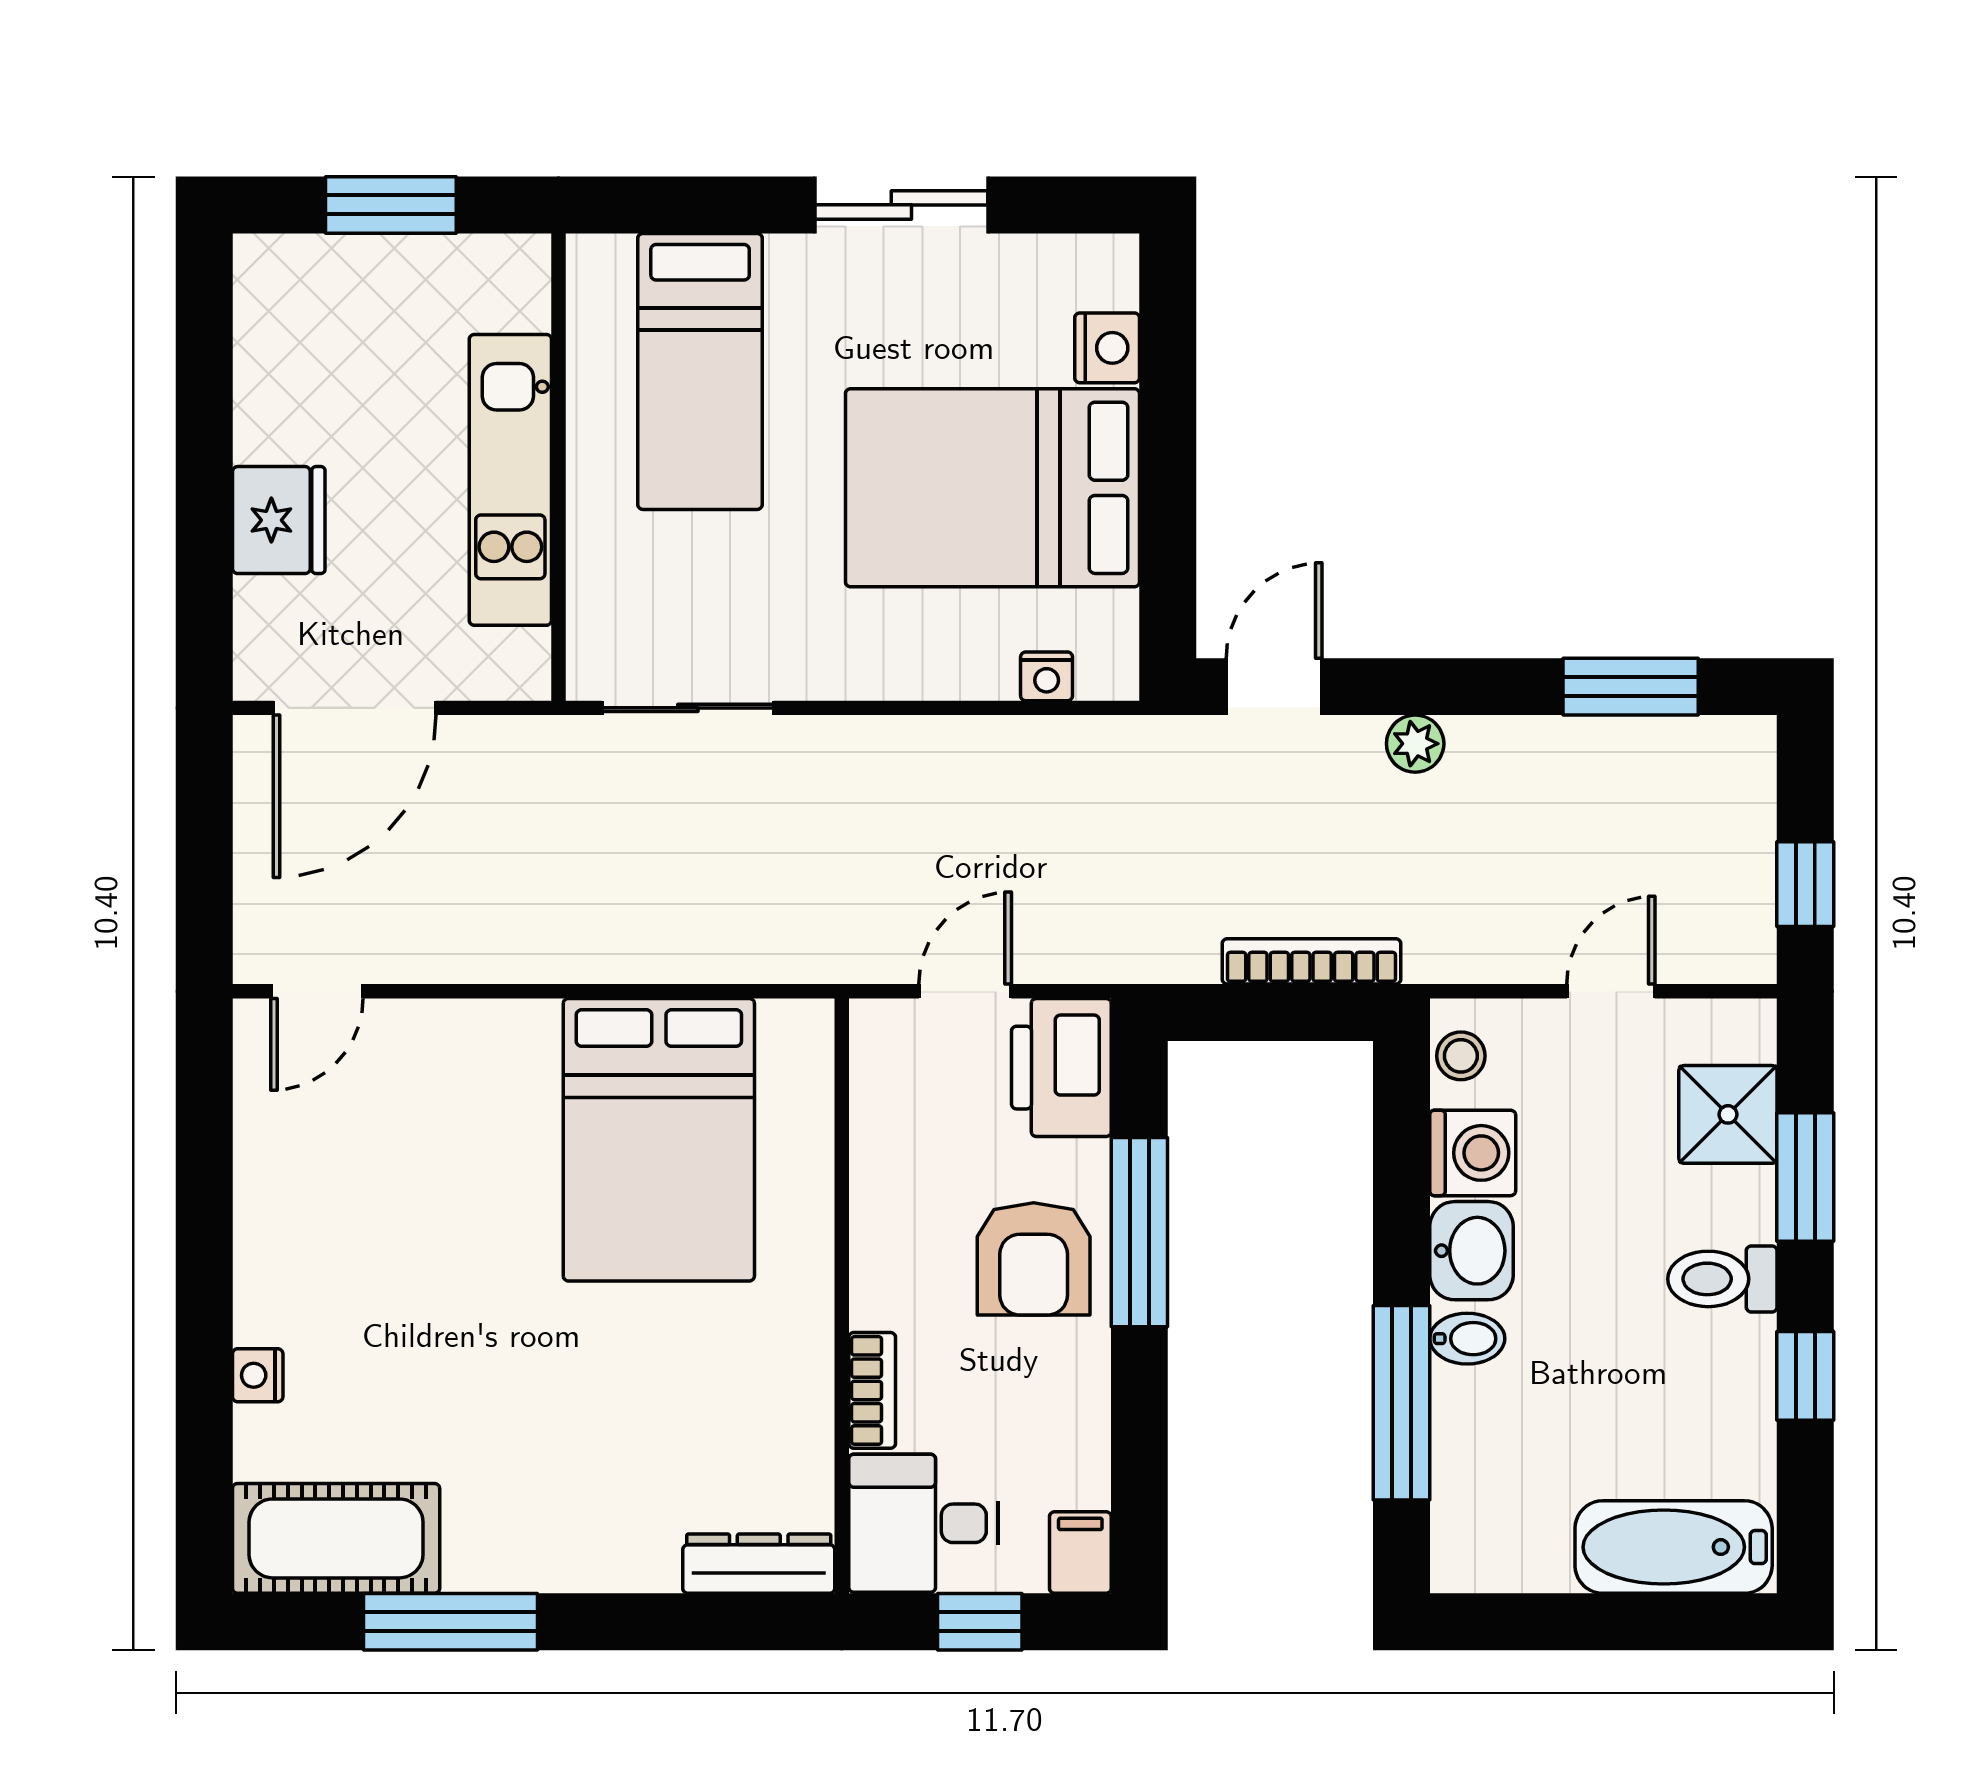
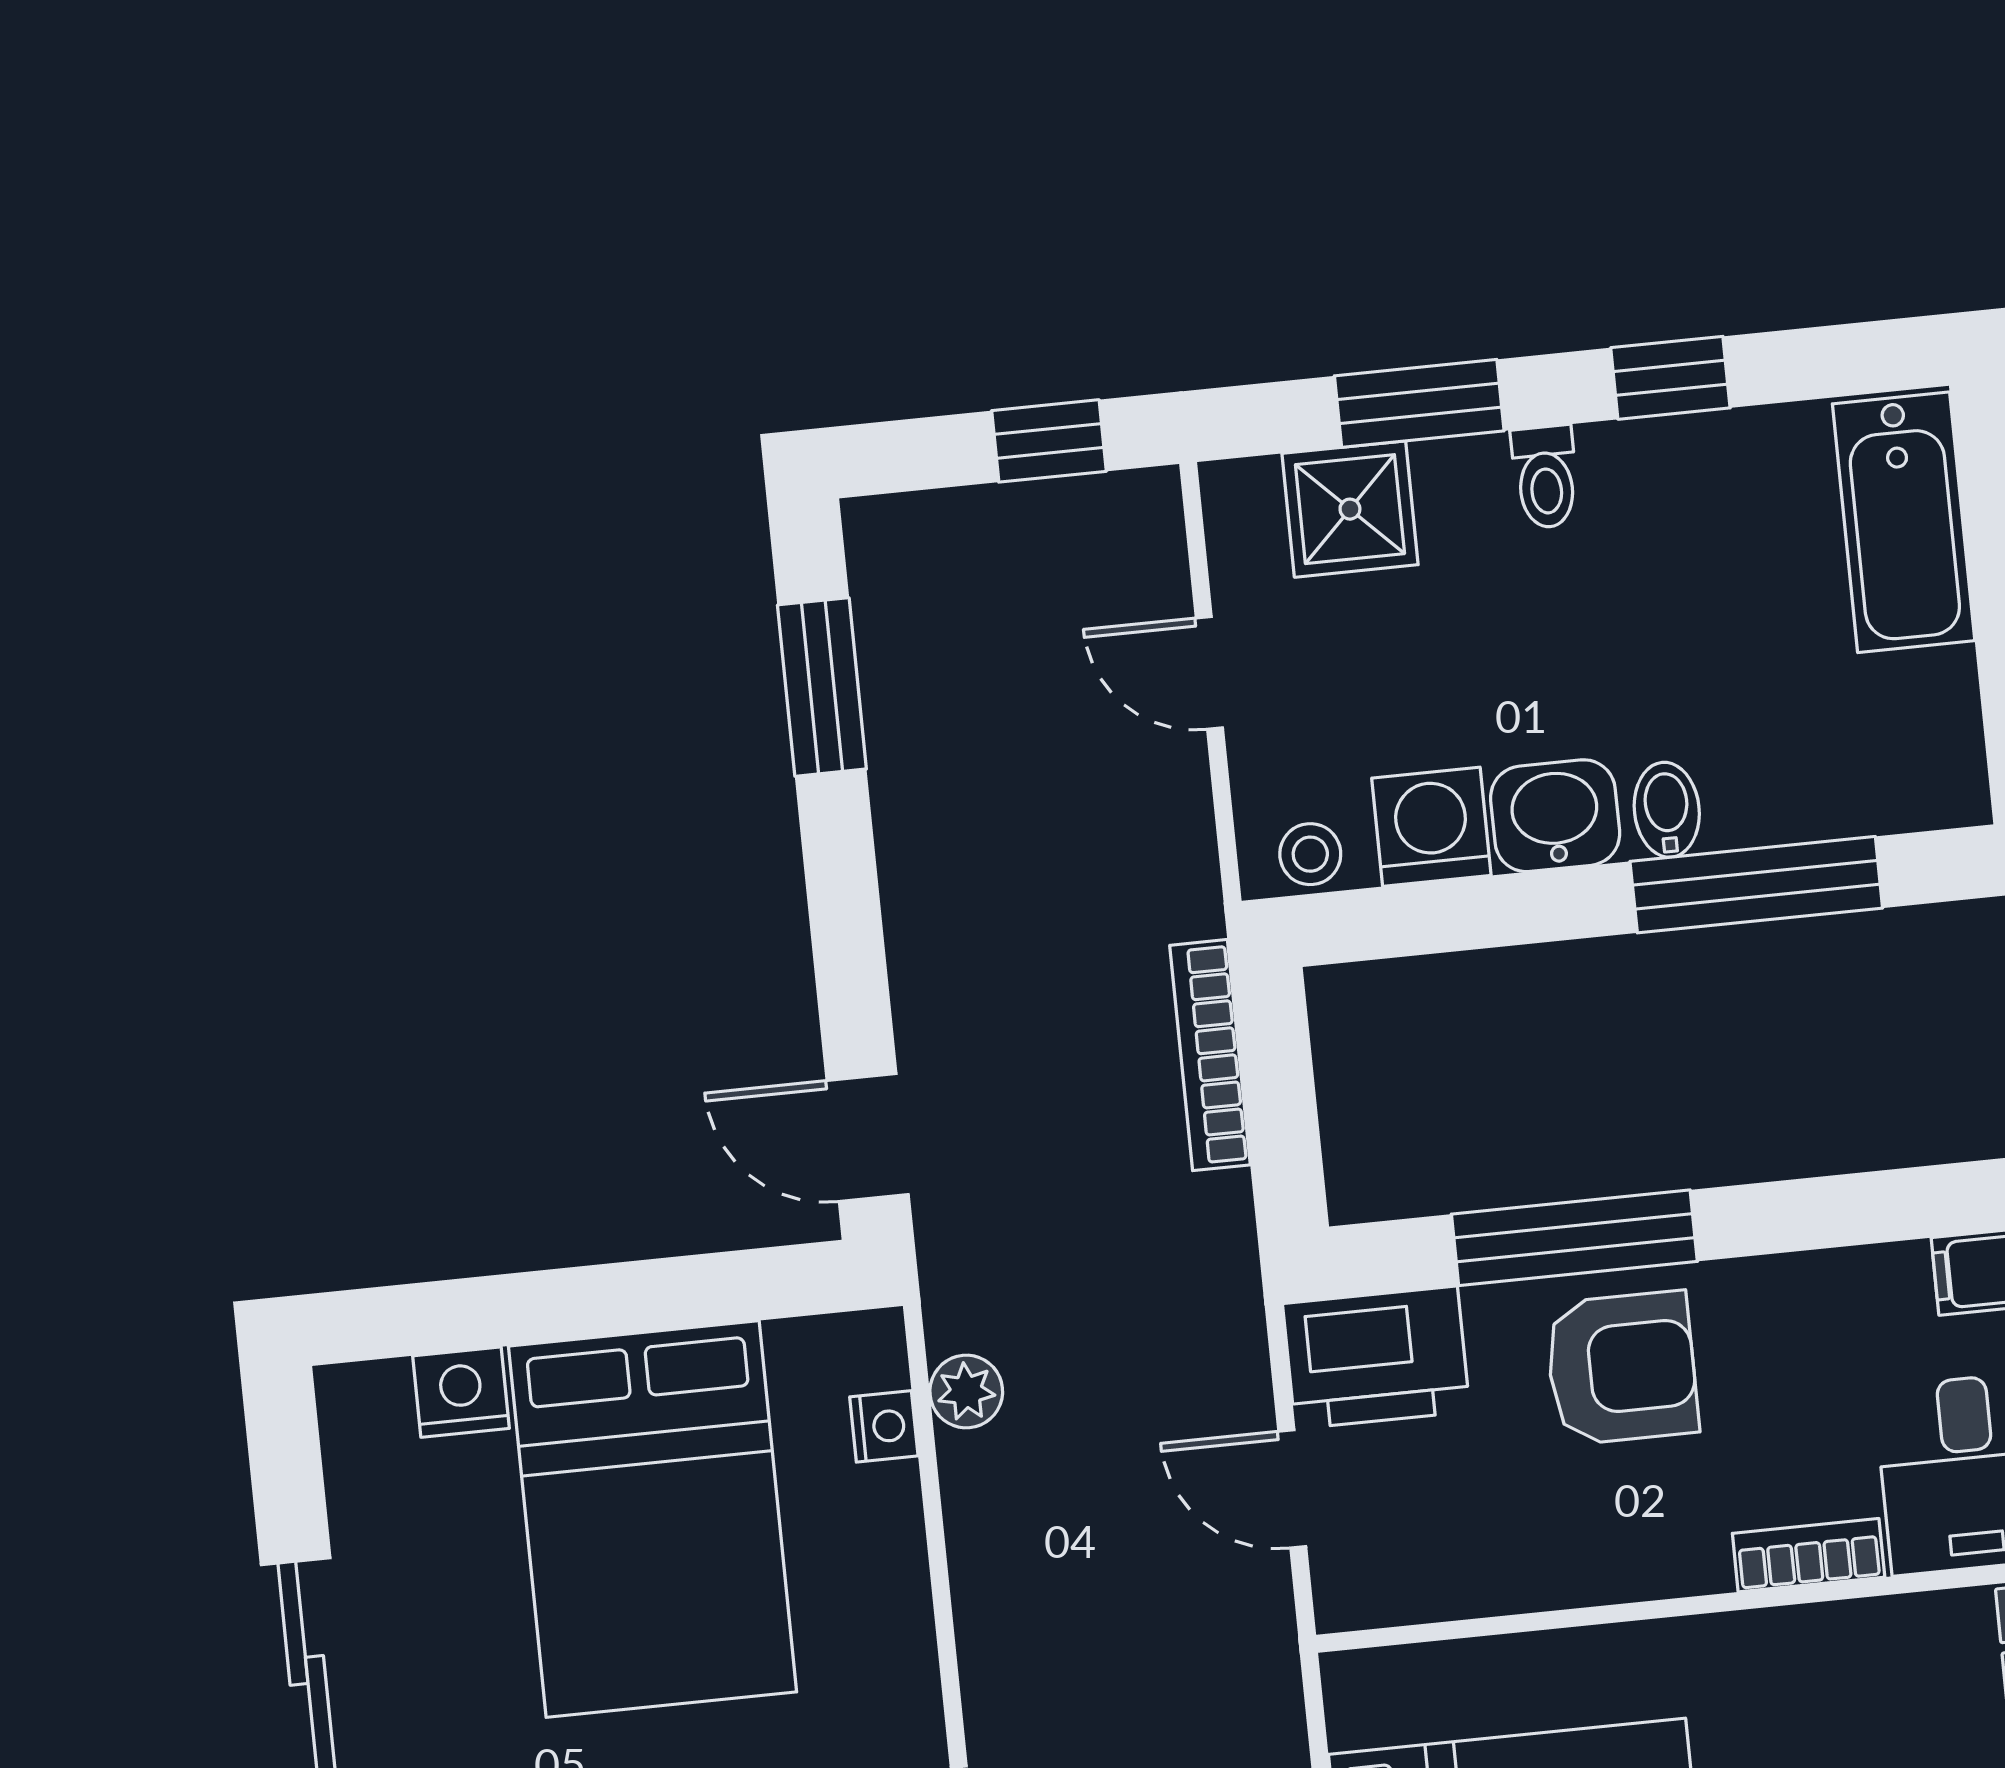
plant: (1415, 744) -> (966, 1392), moved
toilet: (1722, 1279) -> (1545, 477), width x0.73, depth x0.72

